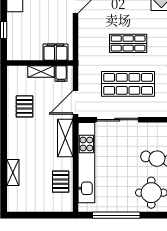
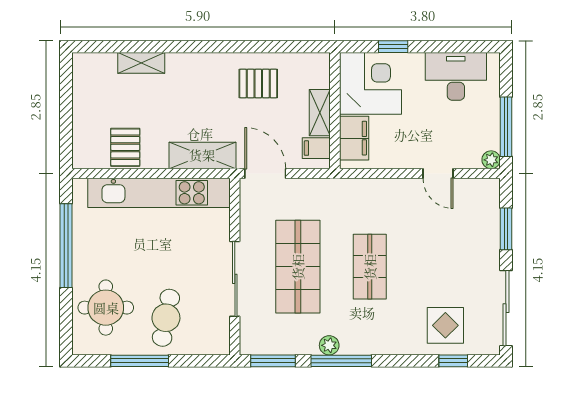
corner desk: (24, 43) -> (370, 83), added
sliding door: (117, 120) -> (235, 279), moved
pallet: (61, 182) -> (125, 147), turned 90

